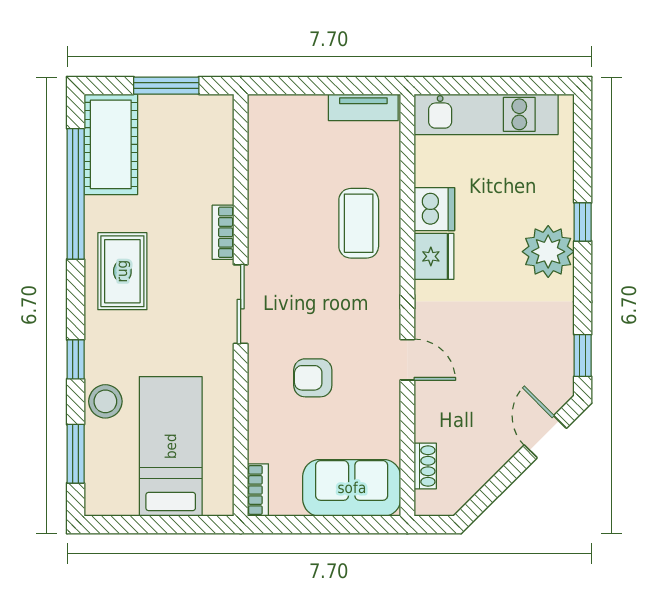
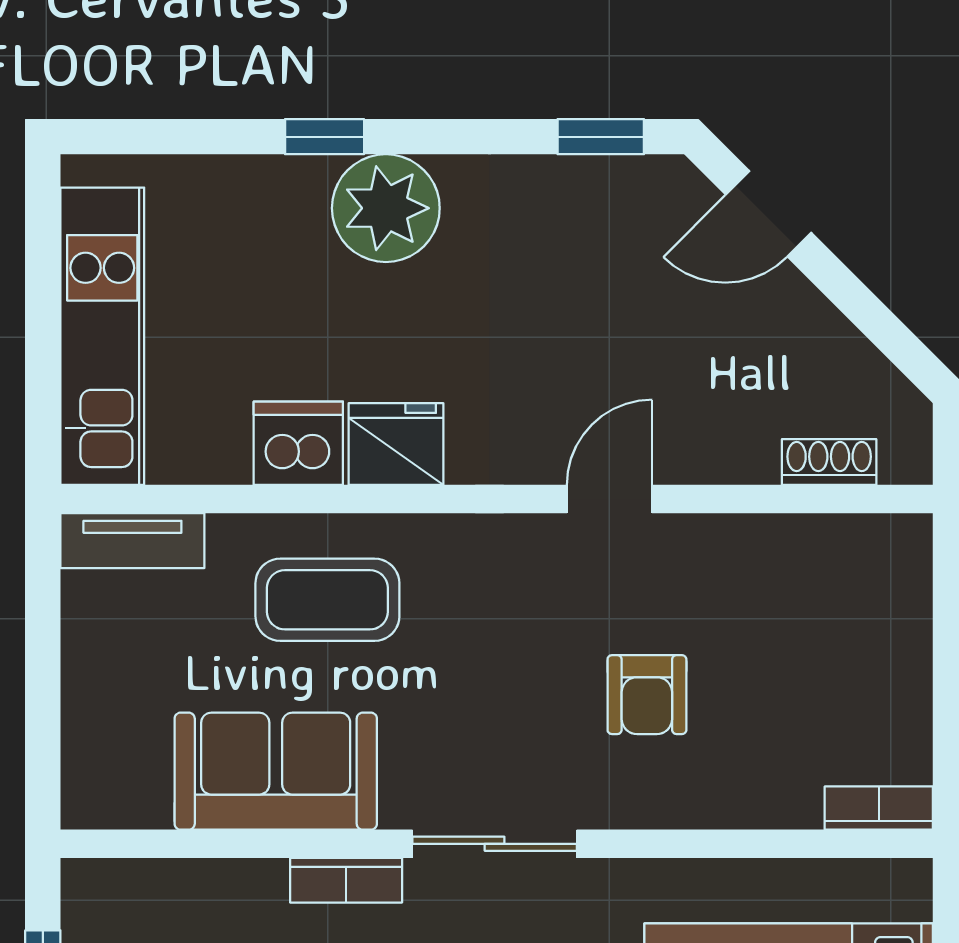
tv unit: (363, 107) -> (132, 541), moved, turned 90
sofa: (352, 488) -> (276, 771), moved, turned 90

